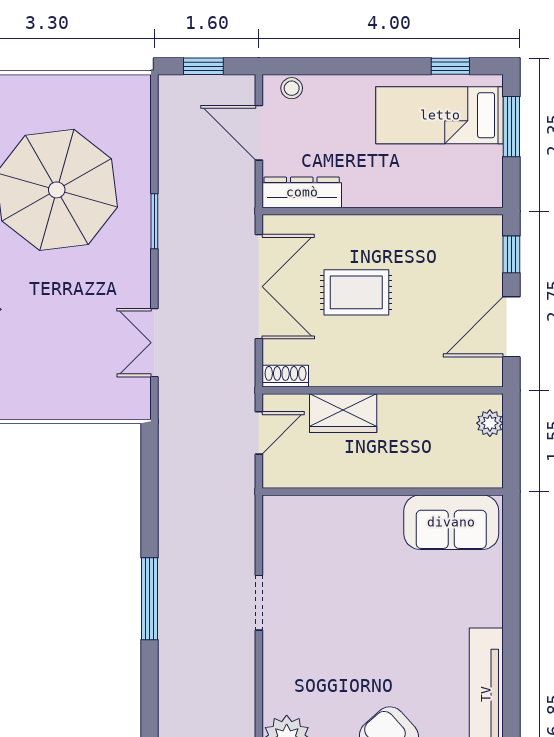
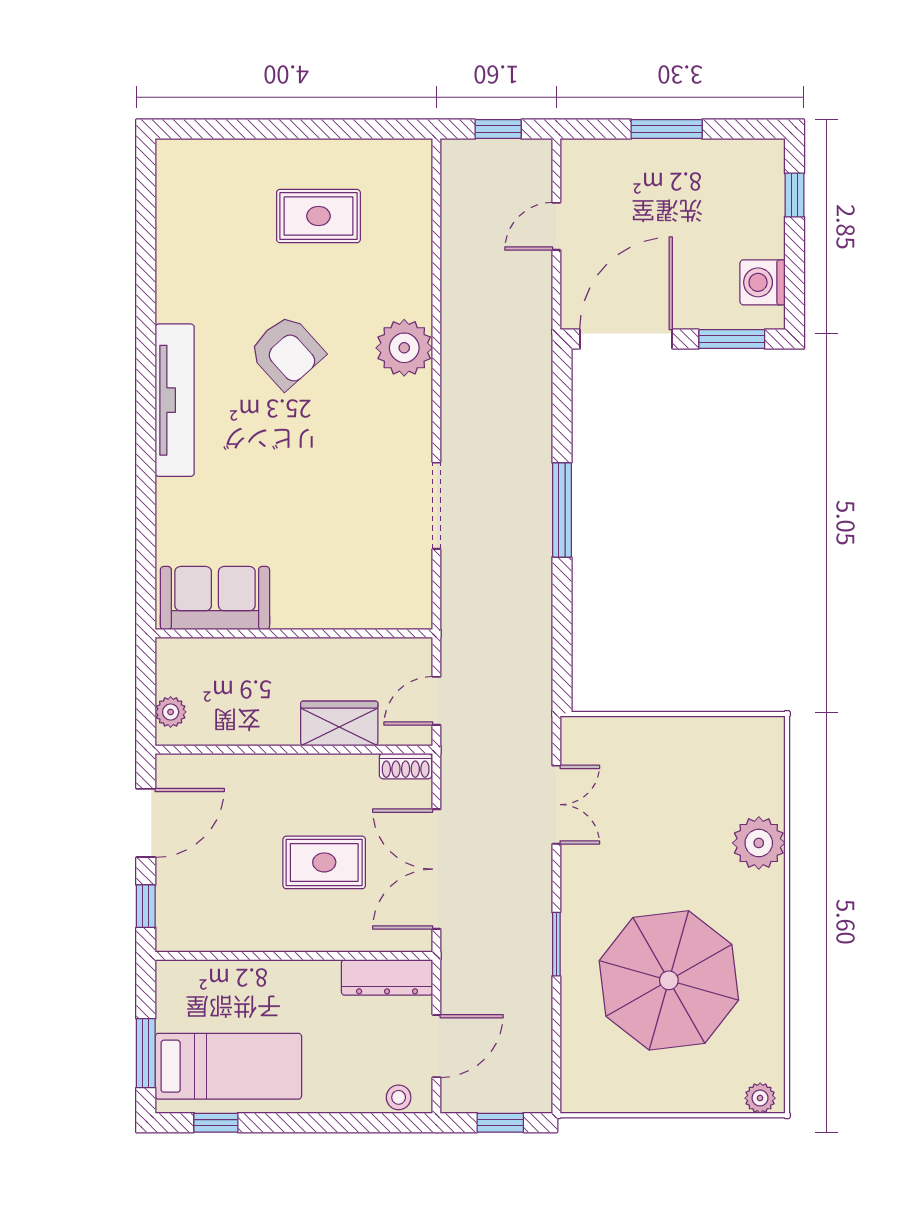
door: (259, 133) -> (436, 1046), hinge flipped
doorway: (259, 603) -> (436, 506), width x1.38

